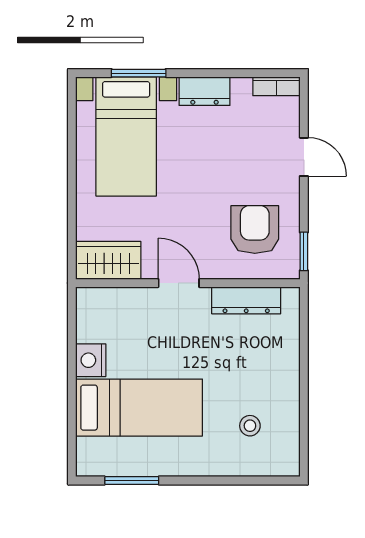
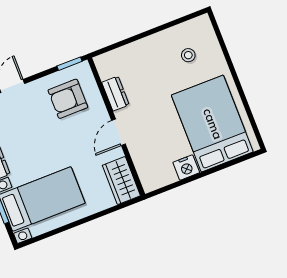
dresser: (246, 300) -> (115, 94), width x0.70
bed: (139, 408) -> (212, 124), width x1.50
window: (132, 480) -> (250, 114), removed

